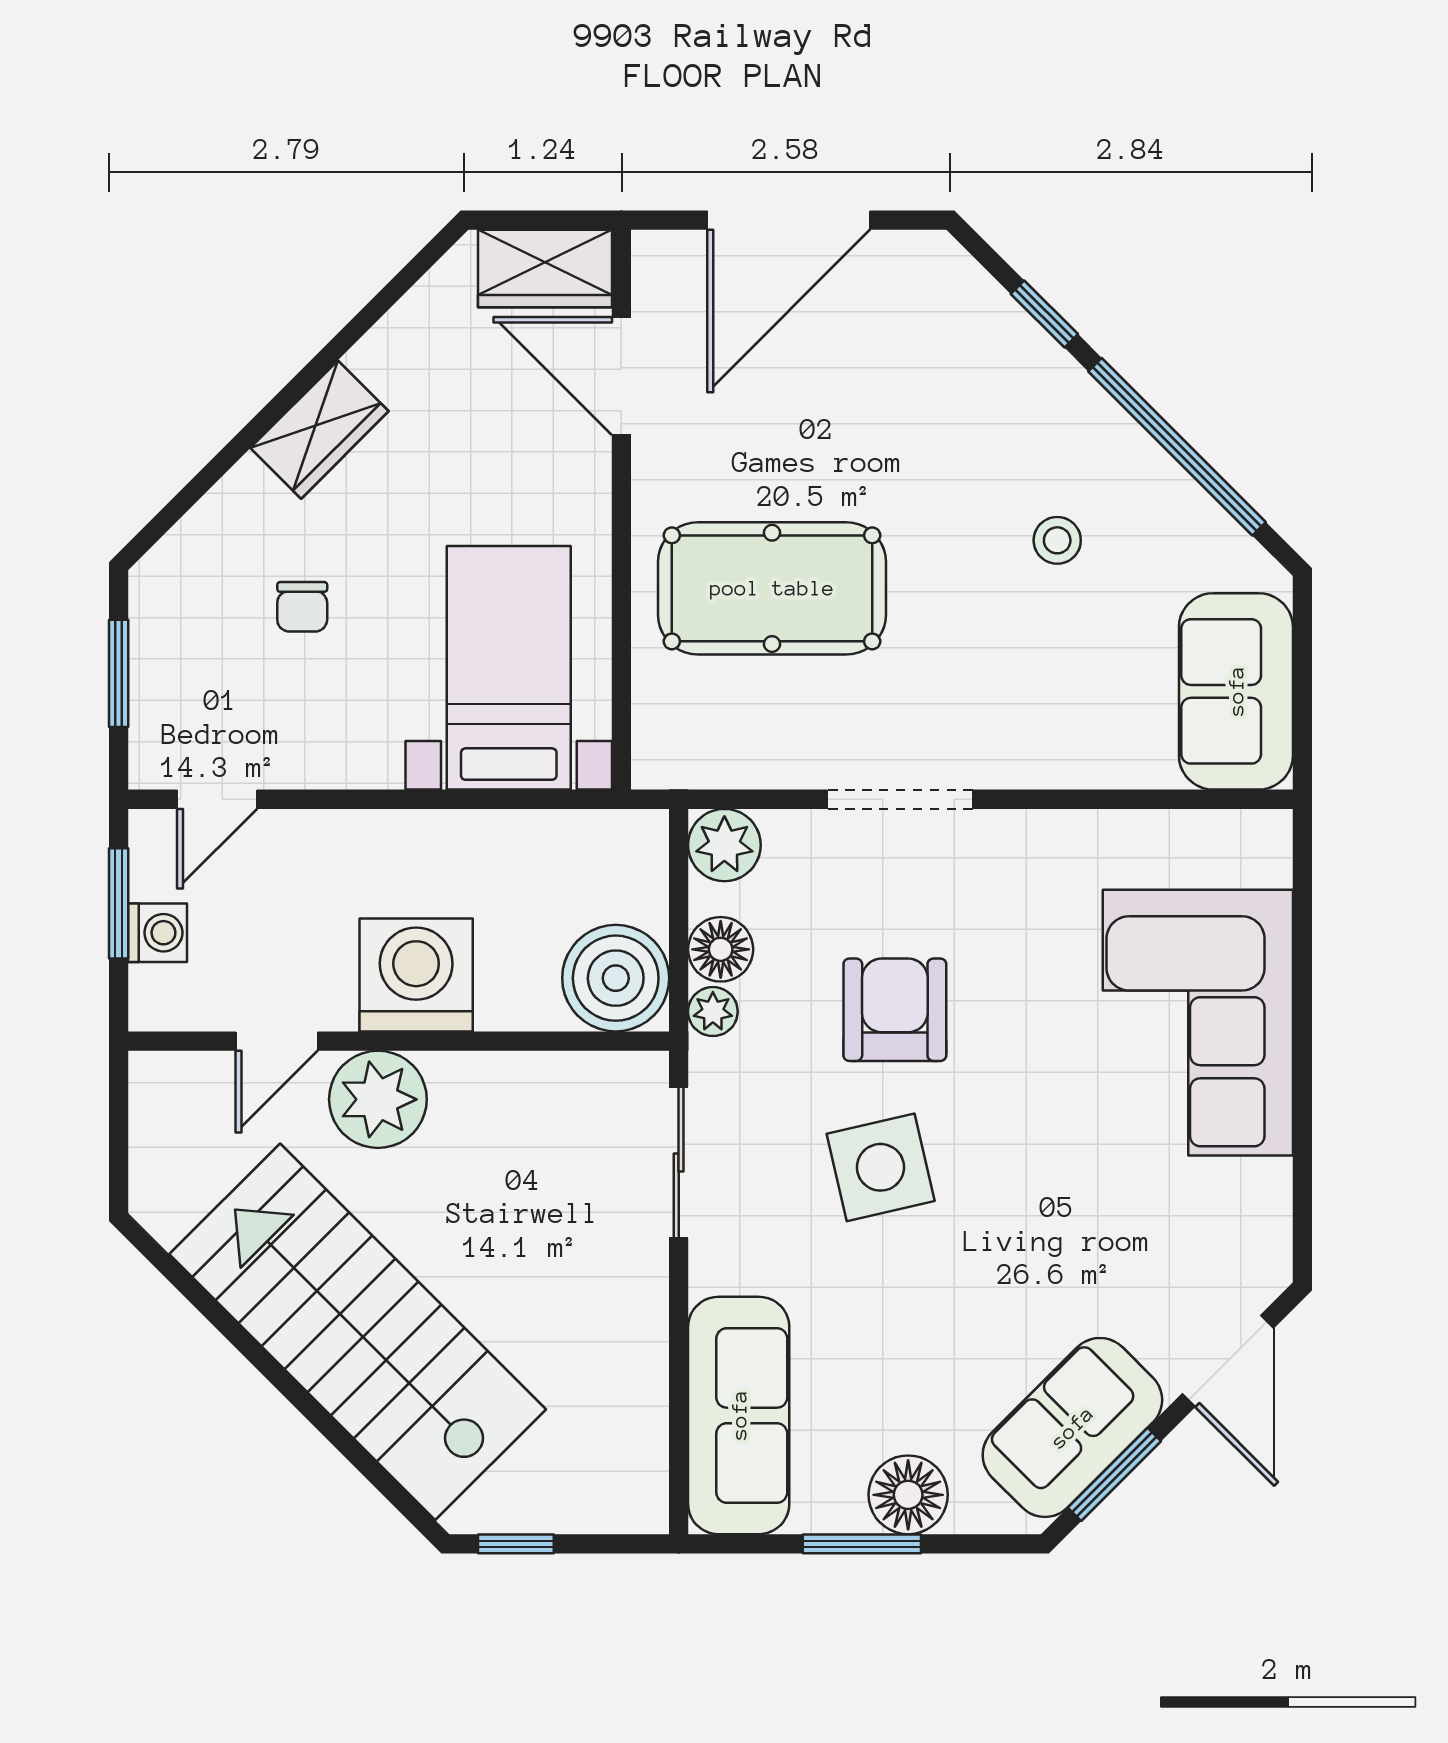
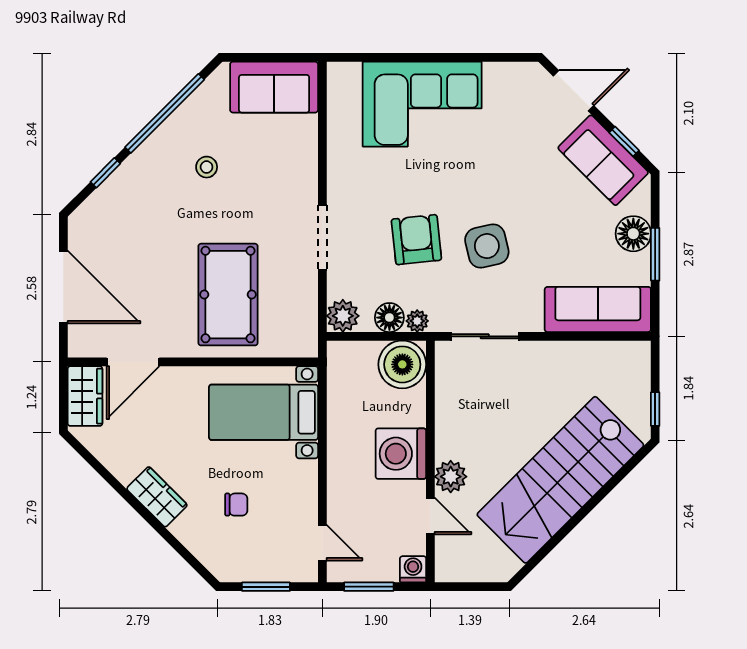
washing machine: (158, 933) -> (413, 569), moved
armchair: (895, 1010) -> (416, 240), turned 84
plant: (378, 1099) -> (451, 477), width x0.73, depth x0.73
window: (1114, 1474) -> (624, 141), width x0.67

